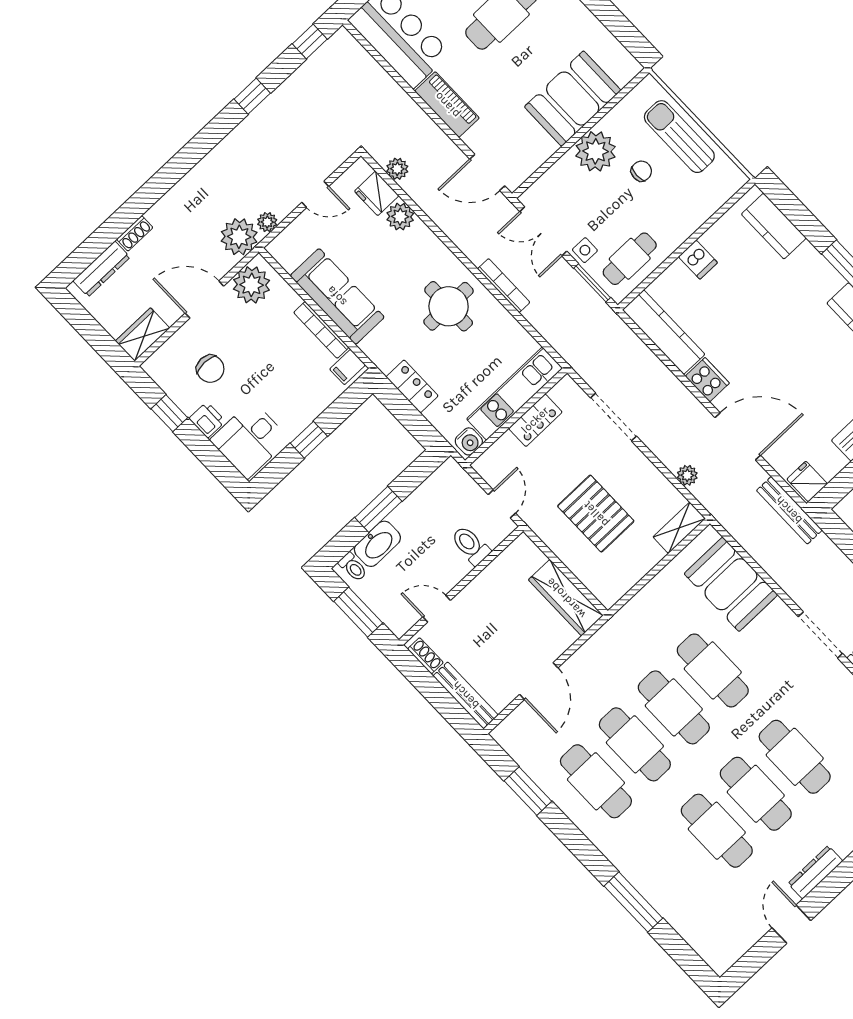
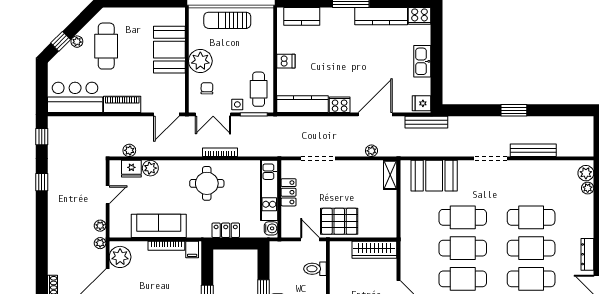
chair: (641, 171) -> (207, 88), moved
plant: (239, 237) -> (100, 243), width x0.53, depth x0.53
pallet: (596, 514) -> (339, 221), moved

